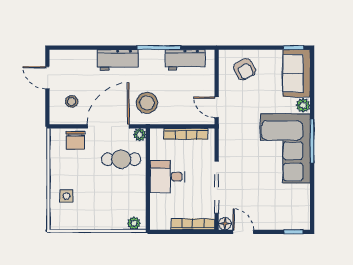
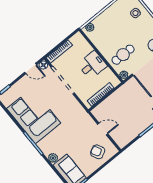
workbench: (185, 60) -> (132, 132), removed
stool: (147, 103) -> (133, 94), removed
door: (217, 107) -> (103, 129), moved
corner sofa: (285, 148) -> (34, 116), moved

